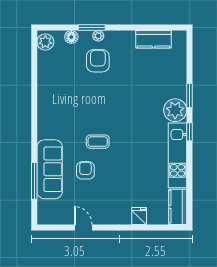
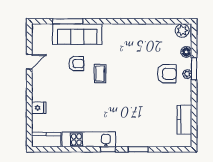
plant: (175, 110) -> (126, 138), removed

